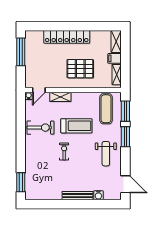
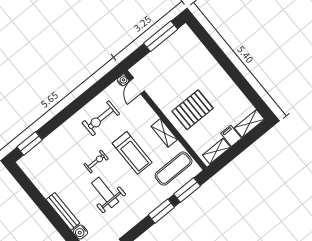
locker: (67, 37) -> (213, 70), removed
pallet: (80, 69) -> (193, 110), turned 90
door: (39, 90) -> (137, 86), hinge flipped
shelving: (60, 97) -> (164, 133), moved
exercise bike: (40, 128) -> (101, 118), turned 90
weight bench: (106, 154) -> (105, 192), moved, turned 90

